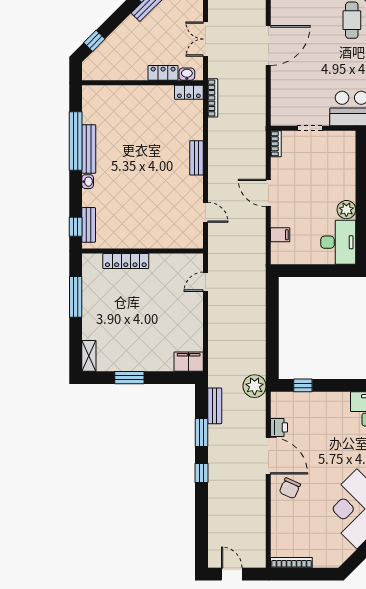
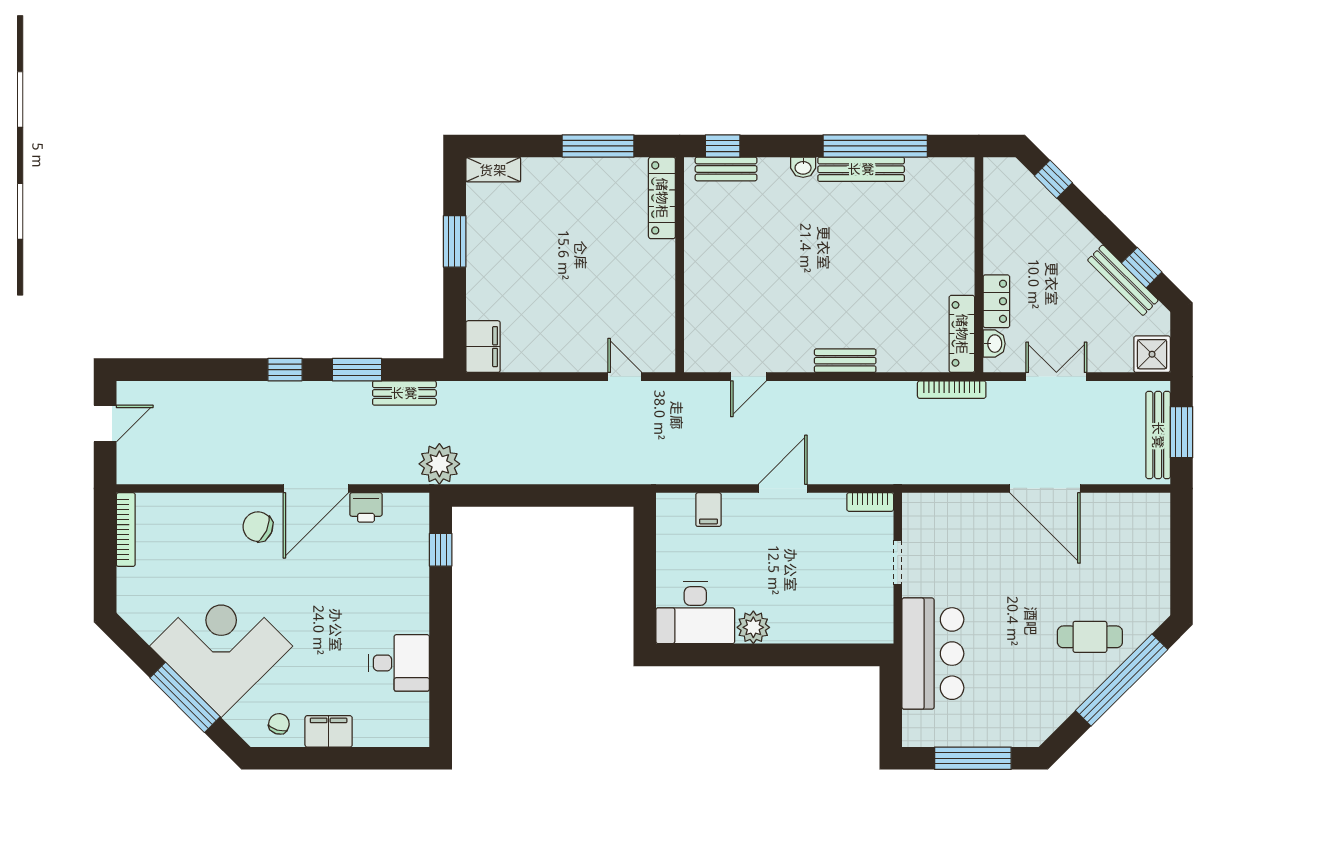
locker: (189, 92) -> (962, 334), width x1.53
locker: (126, 261) -> (662, 198), moved

